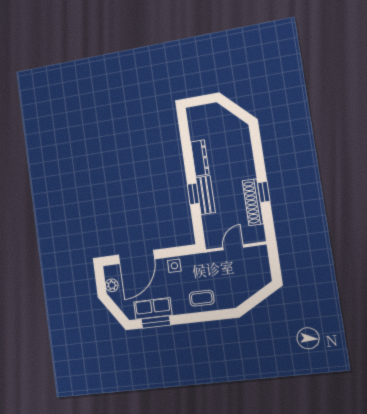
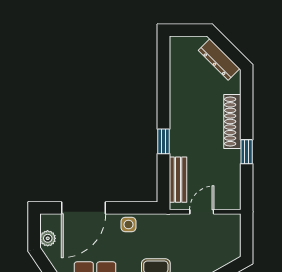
dresser: (200, 158) -> (219, 60), moved, turned 135
bench: (205, 195) -> (178, 180), moved
shoe rack: (253, 202) -> (232, 121), moved

